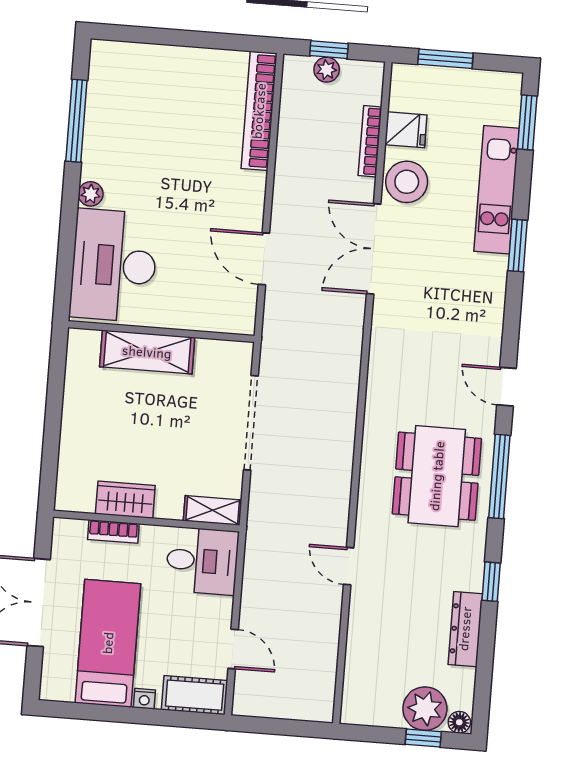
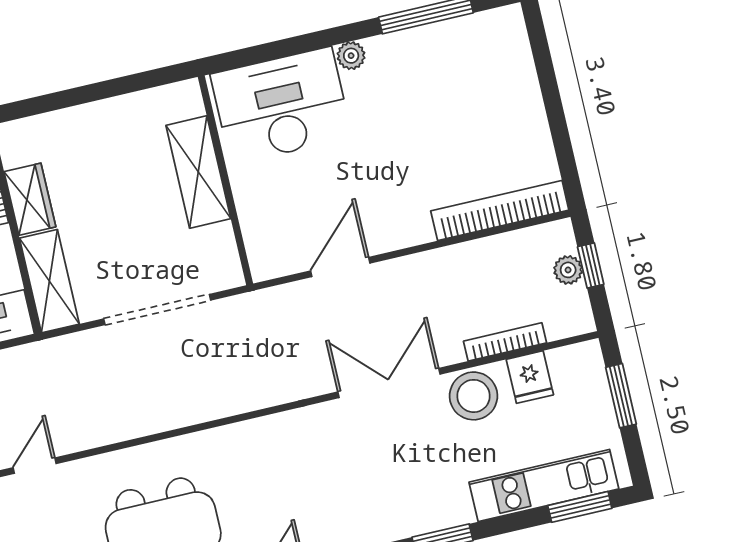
kitchen unit: (497, 190) -> (544, 486), moved
shelving: (213, 510) -> (49, 281), width x1.50, depth x1.33

